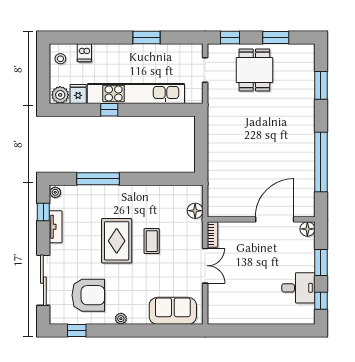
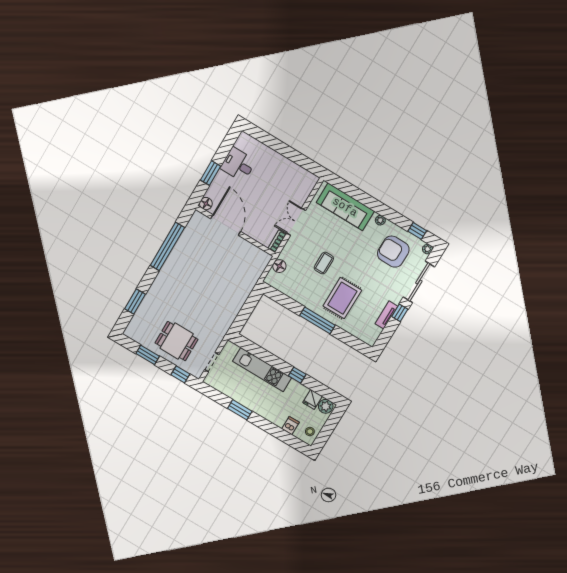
dining table: (254, 70) -> (177, 341), turned 90
kitchen unit: (136, 94) -> (262, 370), width x0.73
window: (98, 179) -> (317, 320), moved
plant: (55, 192) -> (427, 249), moved
window: (43, 212) -> (400, 313), moved
door: (275, 219) -> (226, 225), swing flipped
rug: (117, 241) -> (342, 298), moved
window: (321, 301) -> (227, 145), removed
sofa: (173, 311) -> (345, 207), width x1.36

